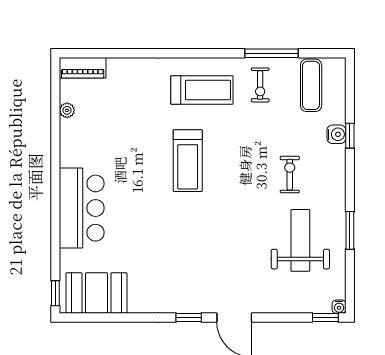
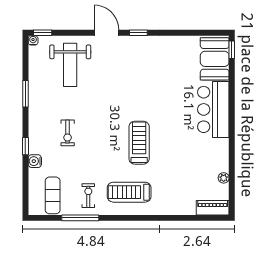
window: (350, 136) -> (25, 146), moved
weight bench: (300, 240) -> (70, 65), moved
booth: (96, 293) -> (215, 59), moved, turned 90

